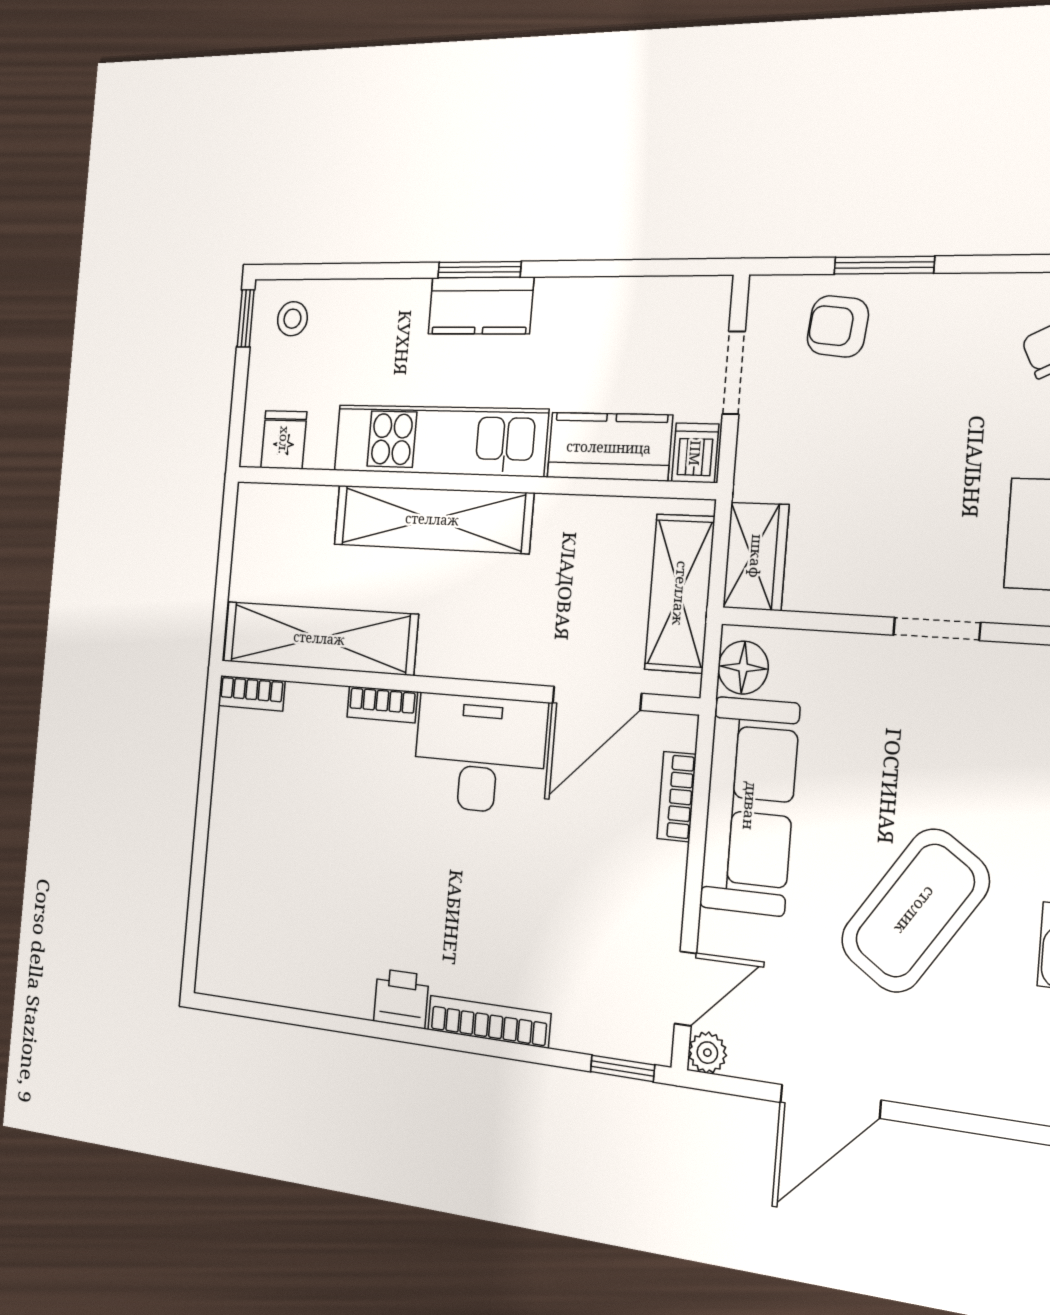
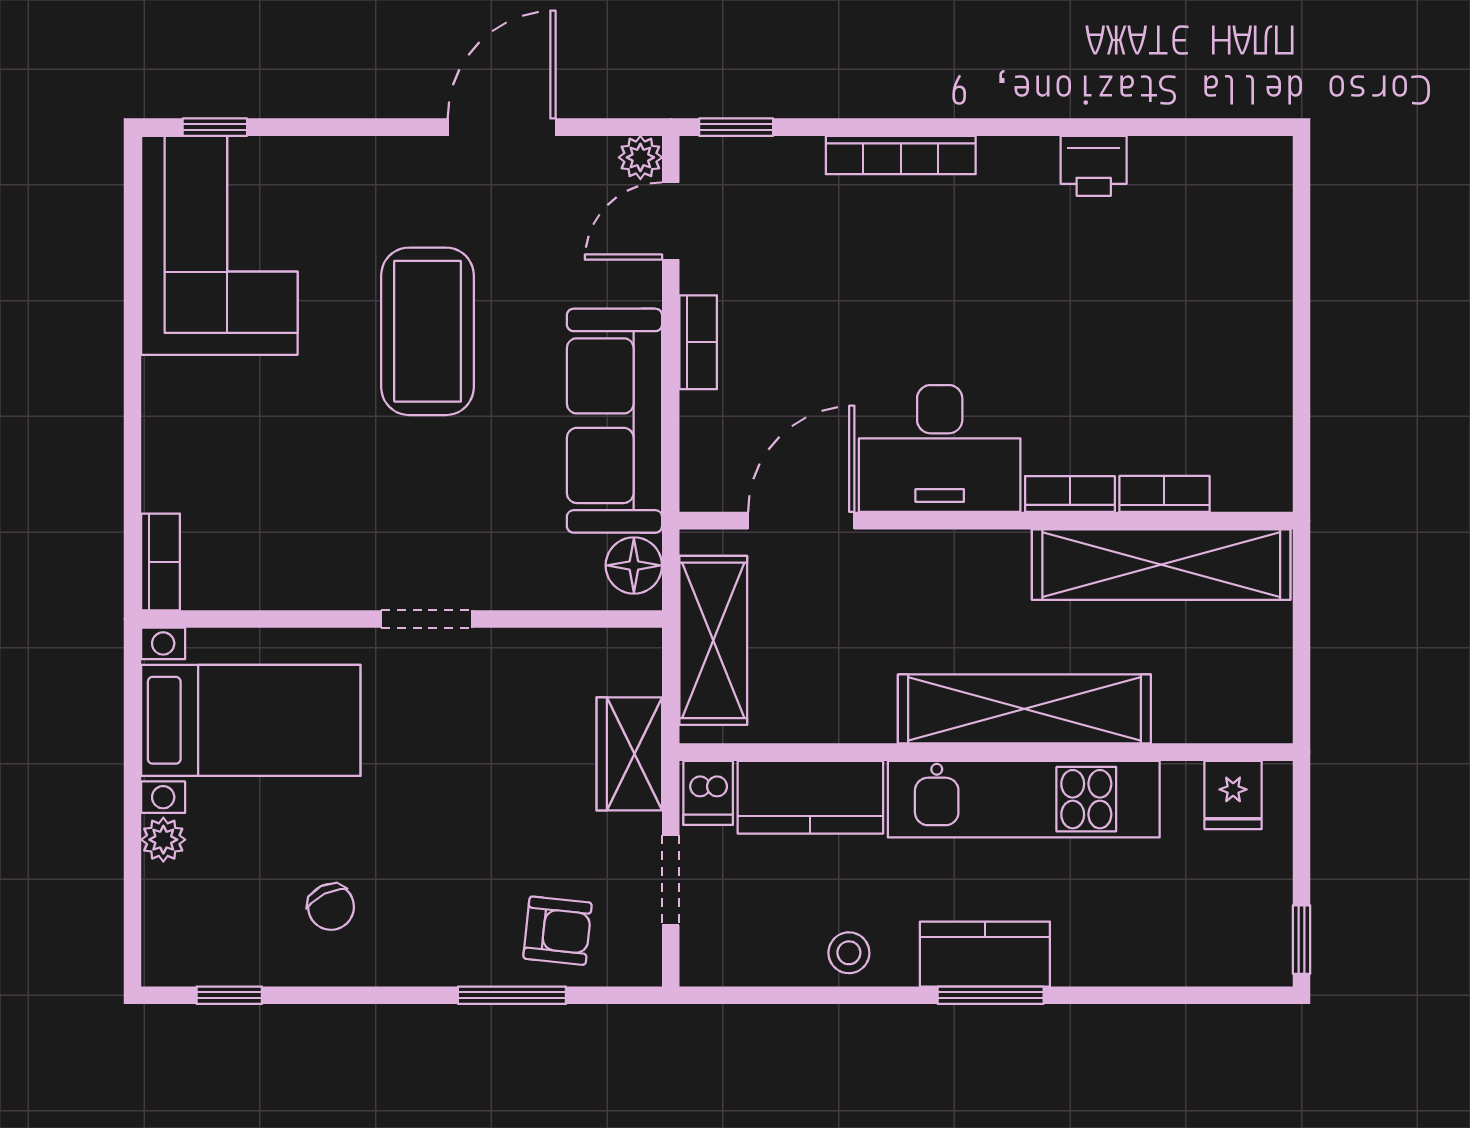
stool: (292, 319) -> (849, 953), moved
wardrobe: (756, 556) -> (629, 754), moved
bookcase: (251, 693) -> (1164, 494), moved
bookcase: (677, 797) -> (698, 342), moved
coffee table: (915, 911) -> (427, 331), turned -34
printer: (401, 998) -> (1094, 166), moved

